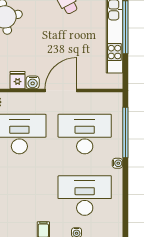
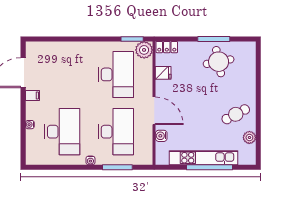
water cooler: (33, 82) -> (161, 136), moved
window: (125, 132) -> (117, 167), width x0.68

